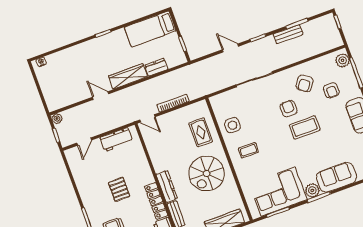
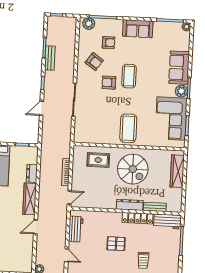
side table: (233, 125) -> (103, 132), removed
coffee table: (248, 150) -> (128, 128), width x1.86, depth x1.72

